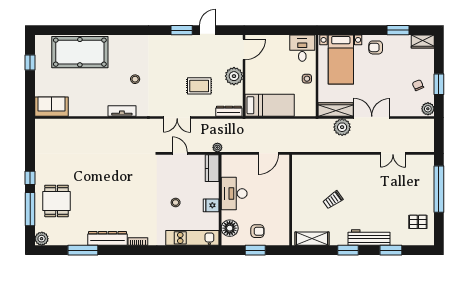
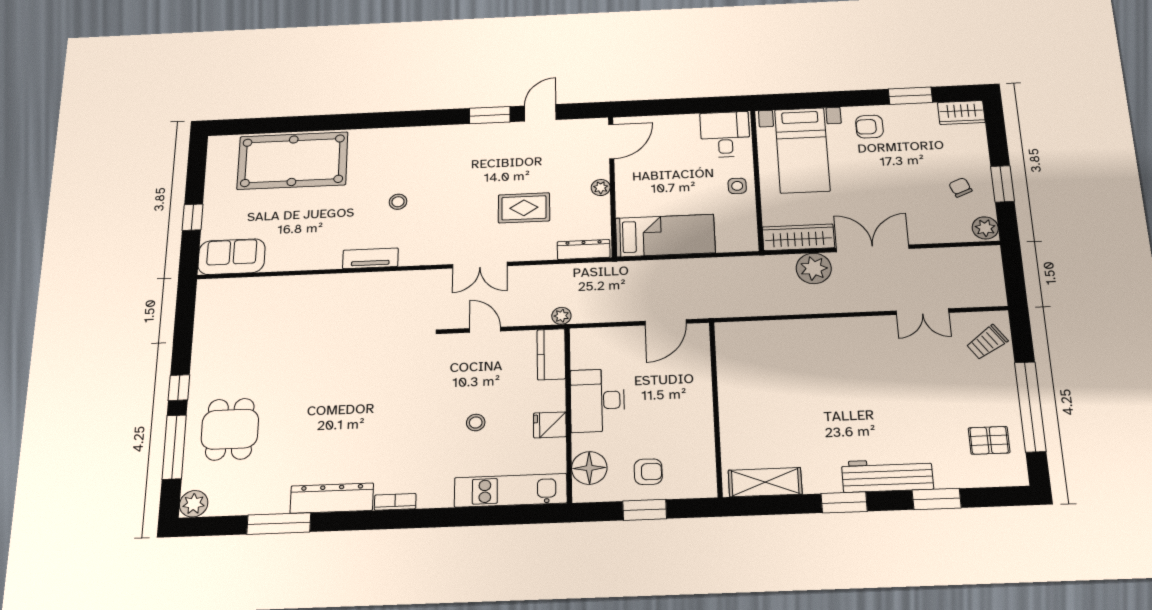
window: (30, 63) -> (193, 217), moved
plant: (234, 76) -> (601, 188), width x0.53, depth x0.53
window: (439, 189) -> (1030, 407), moved
trolley: (333, 200) -> (987, 342), moved

